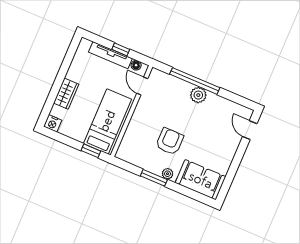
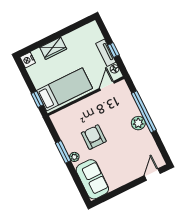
tv unit: (110, 55) -> (106, 53), width x0.71
armchair: (170, 141) -> (94, 137), turned -90

